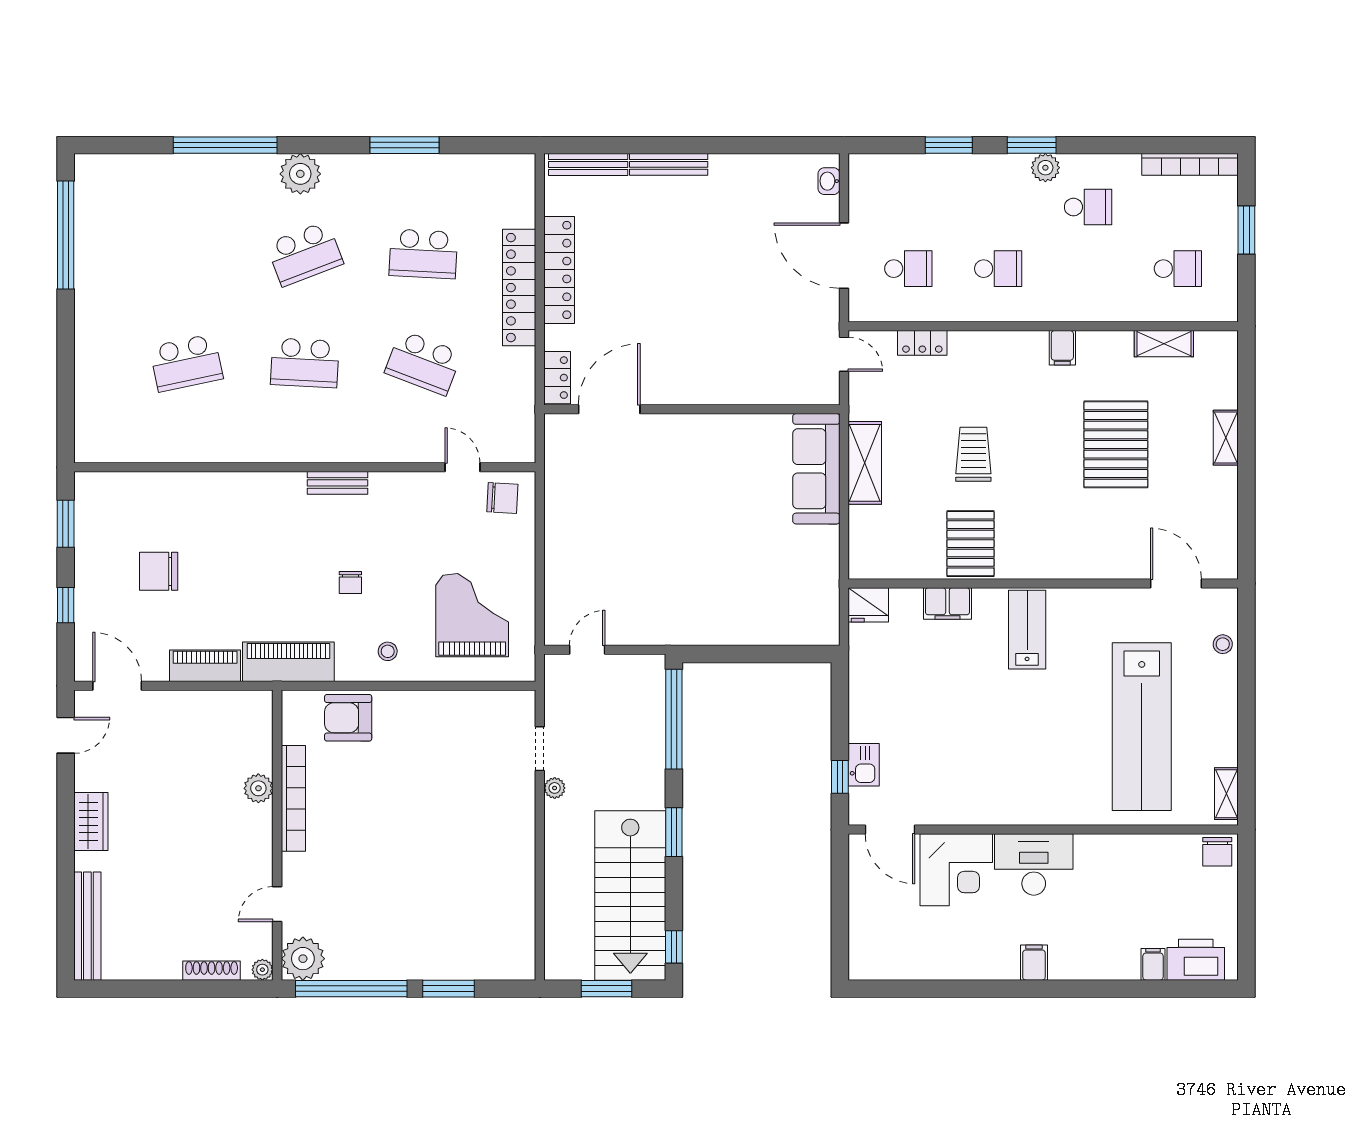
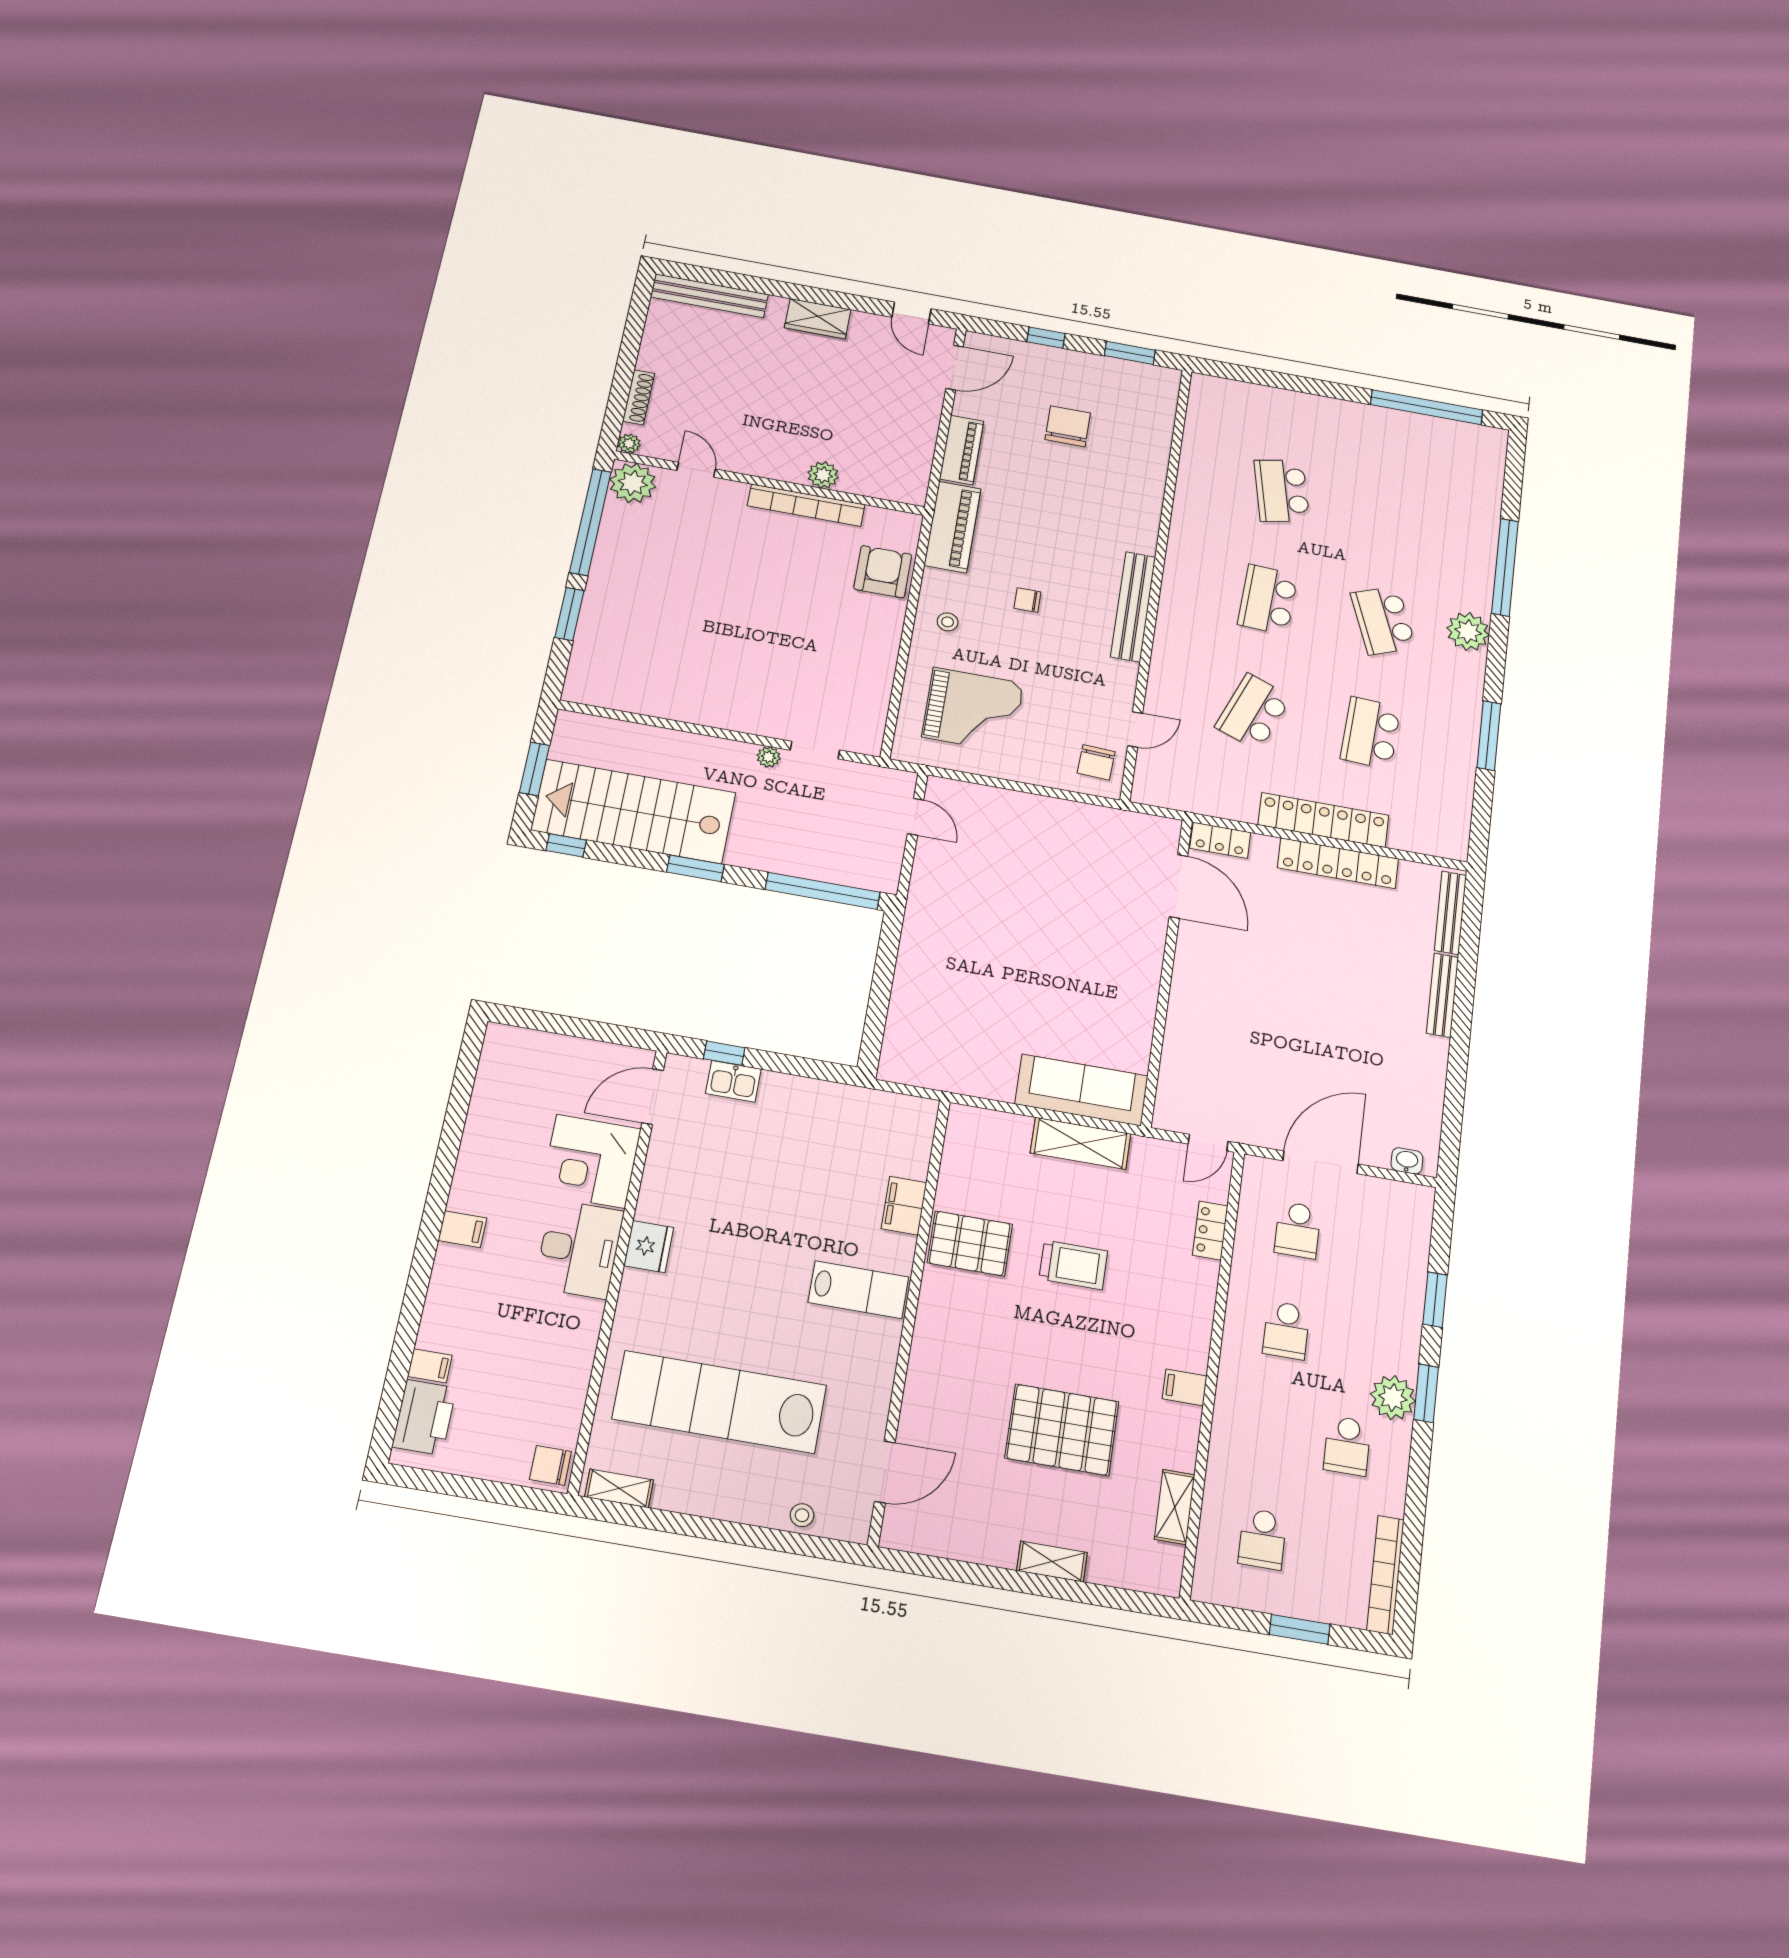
plant: (1045, 168) -> (1393, 1398), width x1.36, depth x1.36
bench: (338, 483) -> (1133, 607), width x1.86, depth x1.21
fridge: (868, 605) -> (649, 1247), moved, turned 180

